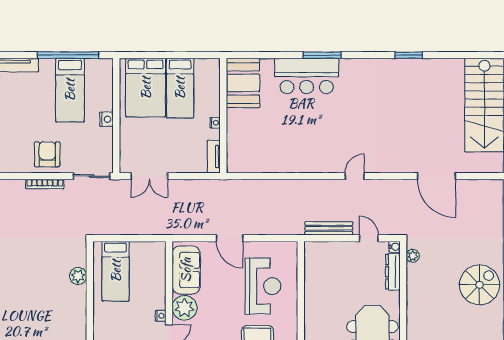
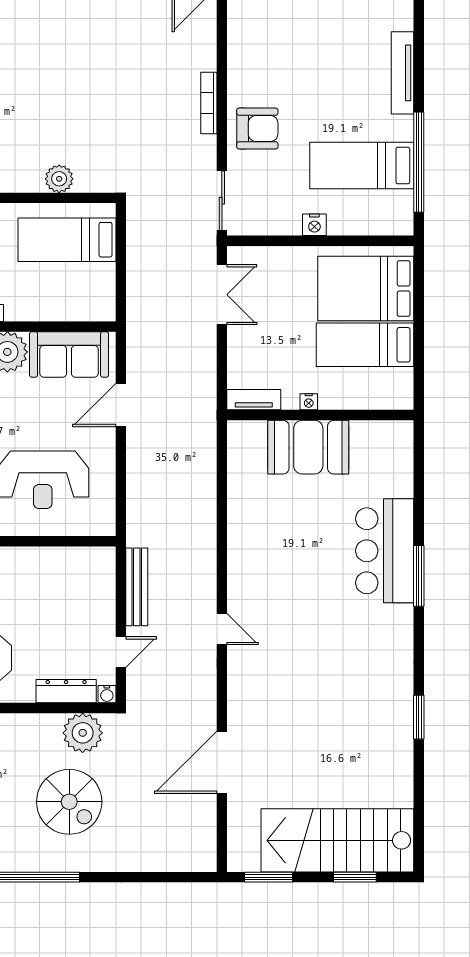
booth: (243, 83) -> (308, 447), moved
double door: (149, 176) -> (222, 295), swing flipped
bookcase: (45, 184) -> (209, 103), moved
door: (229, 238) -> (121, 405), moved
plant: (413, 256) -> (83, 733), width x1.87, depth x1.87
spiral stairs: (480, 285) -> (69, 802), moved

